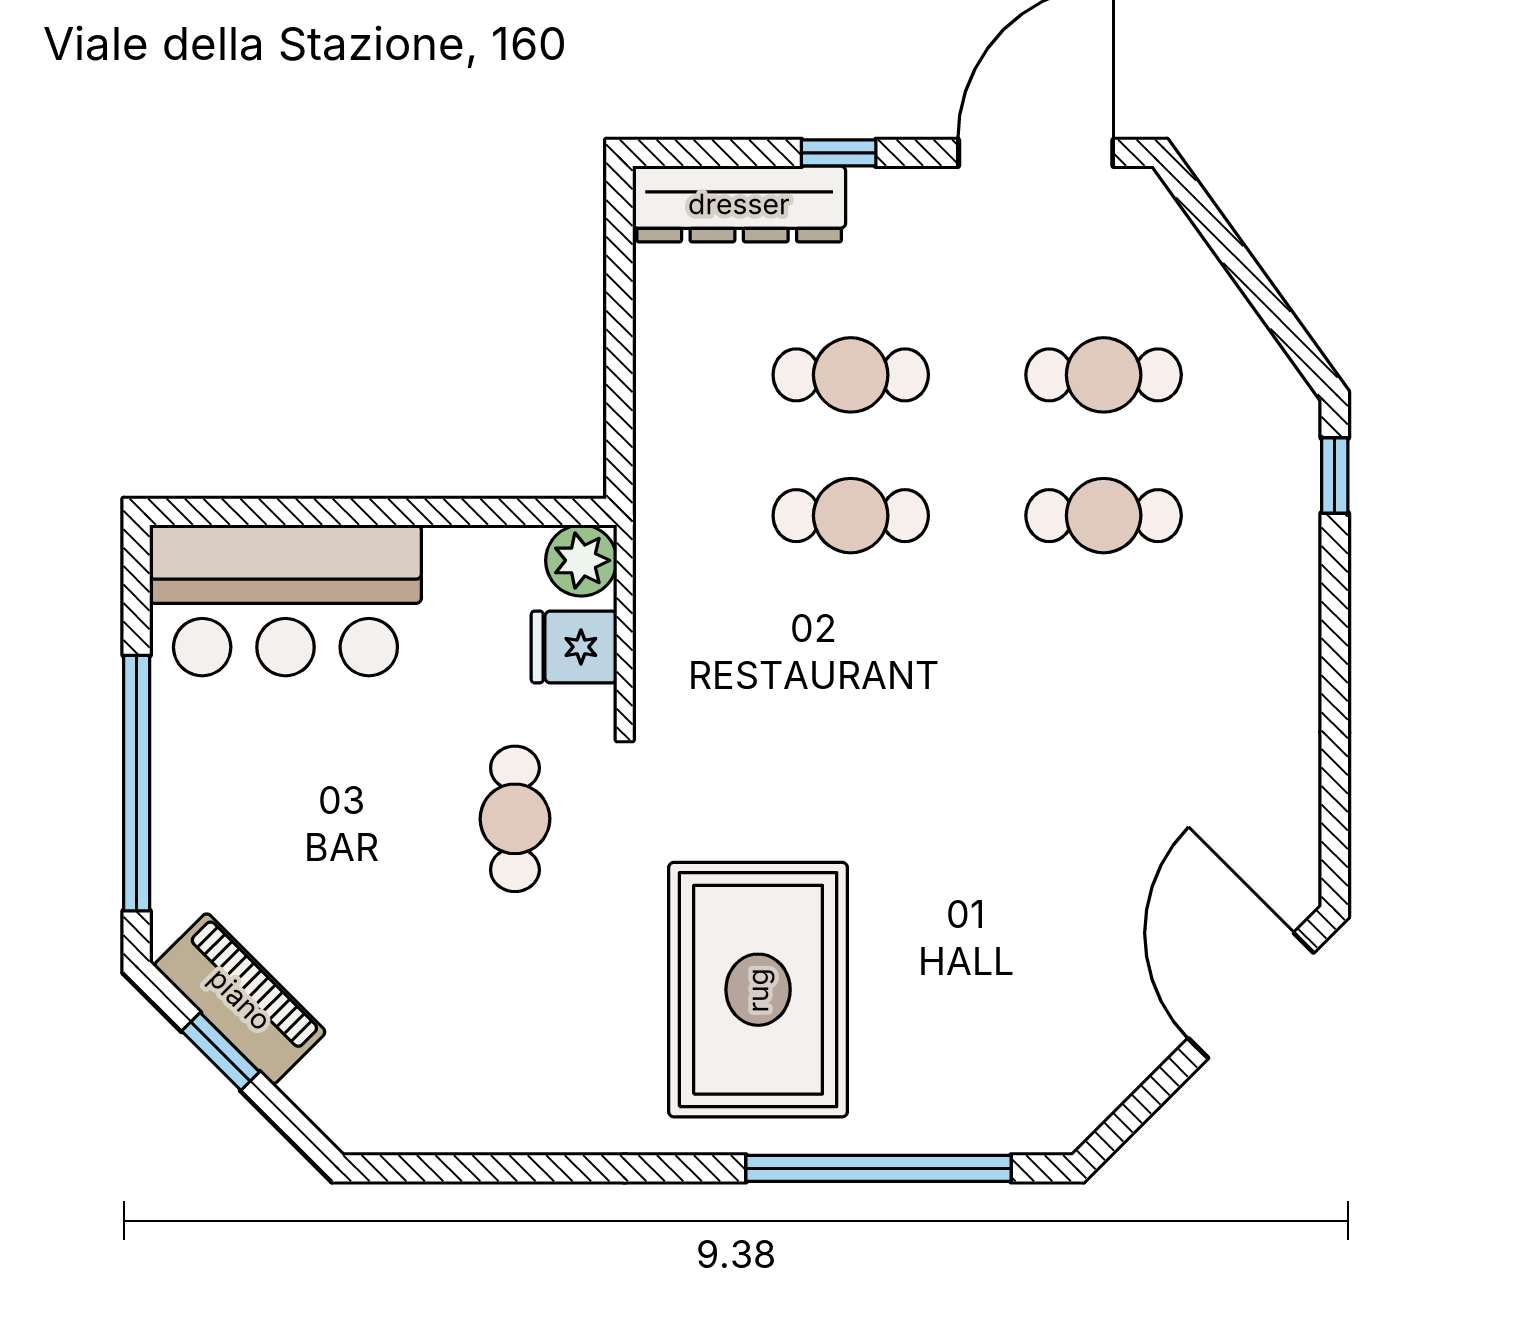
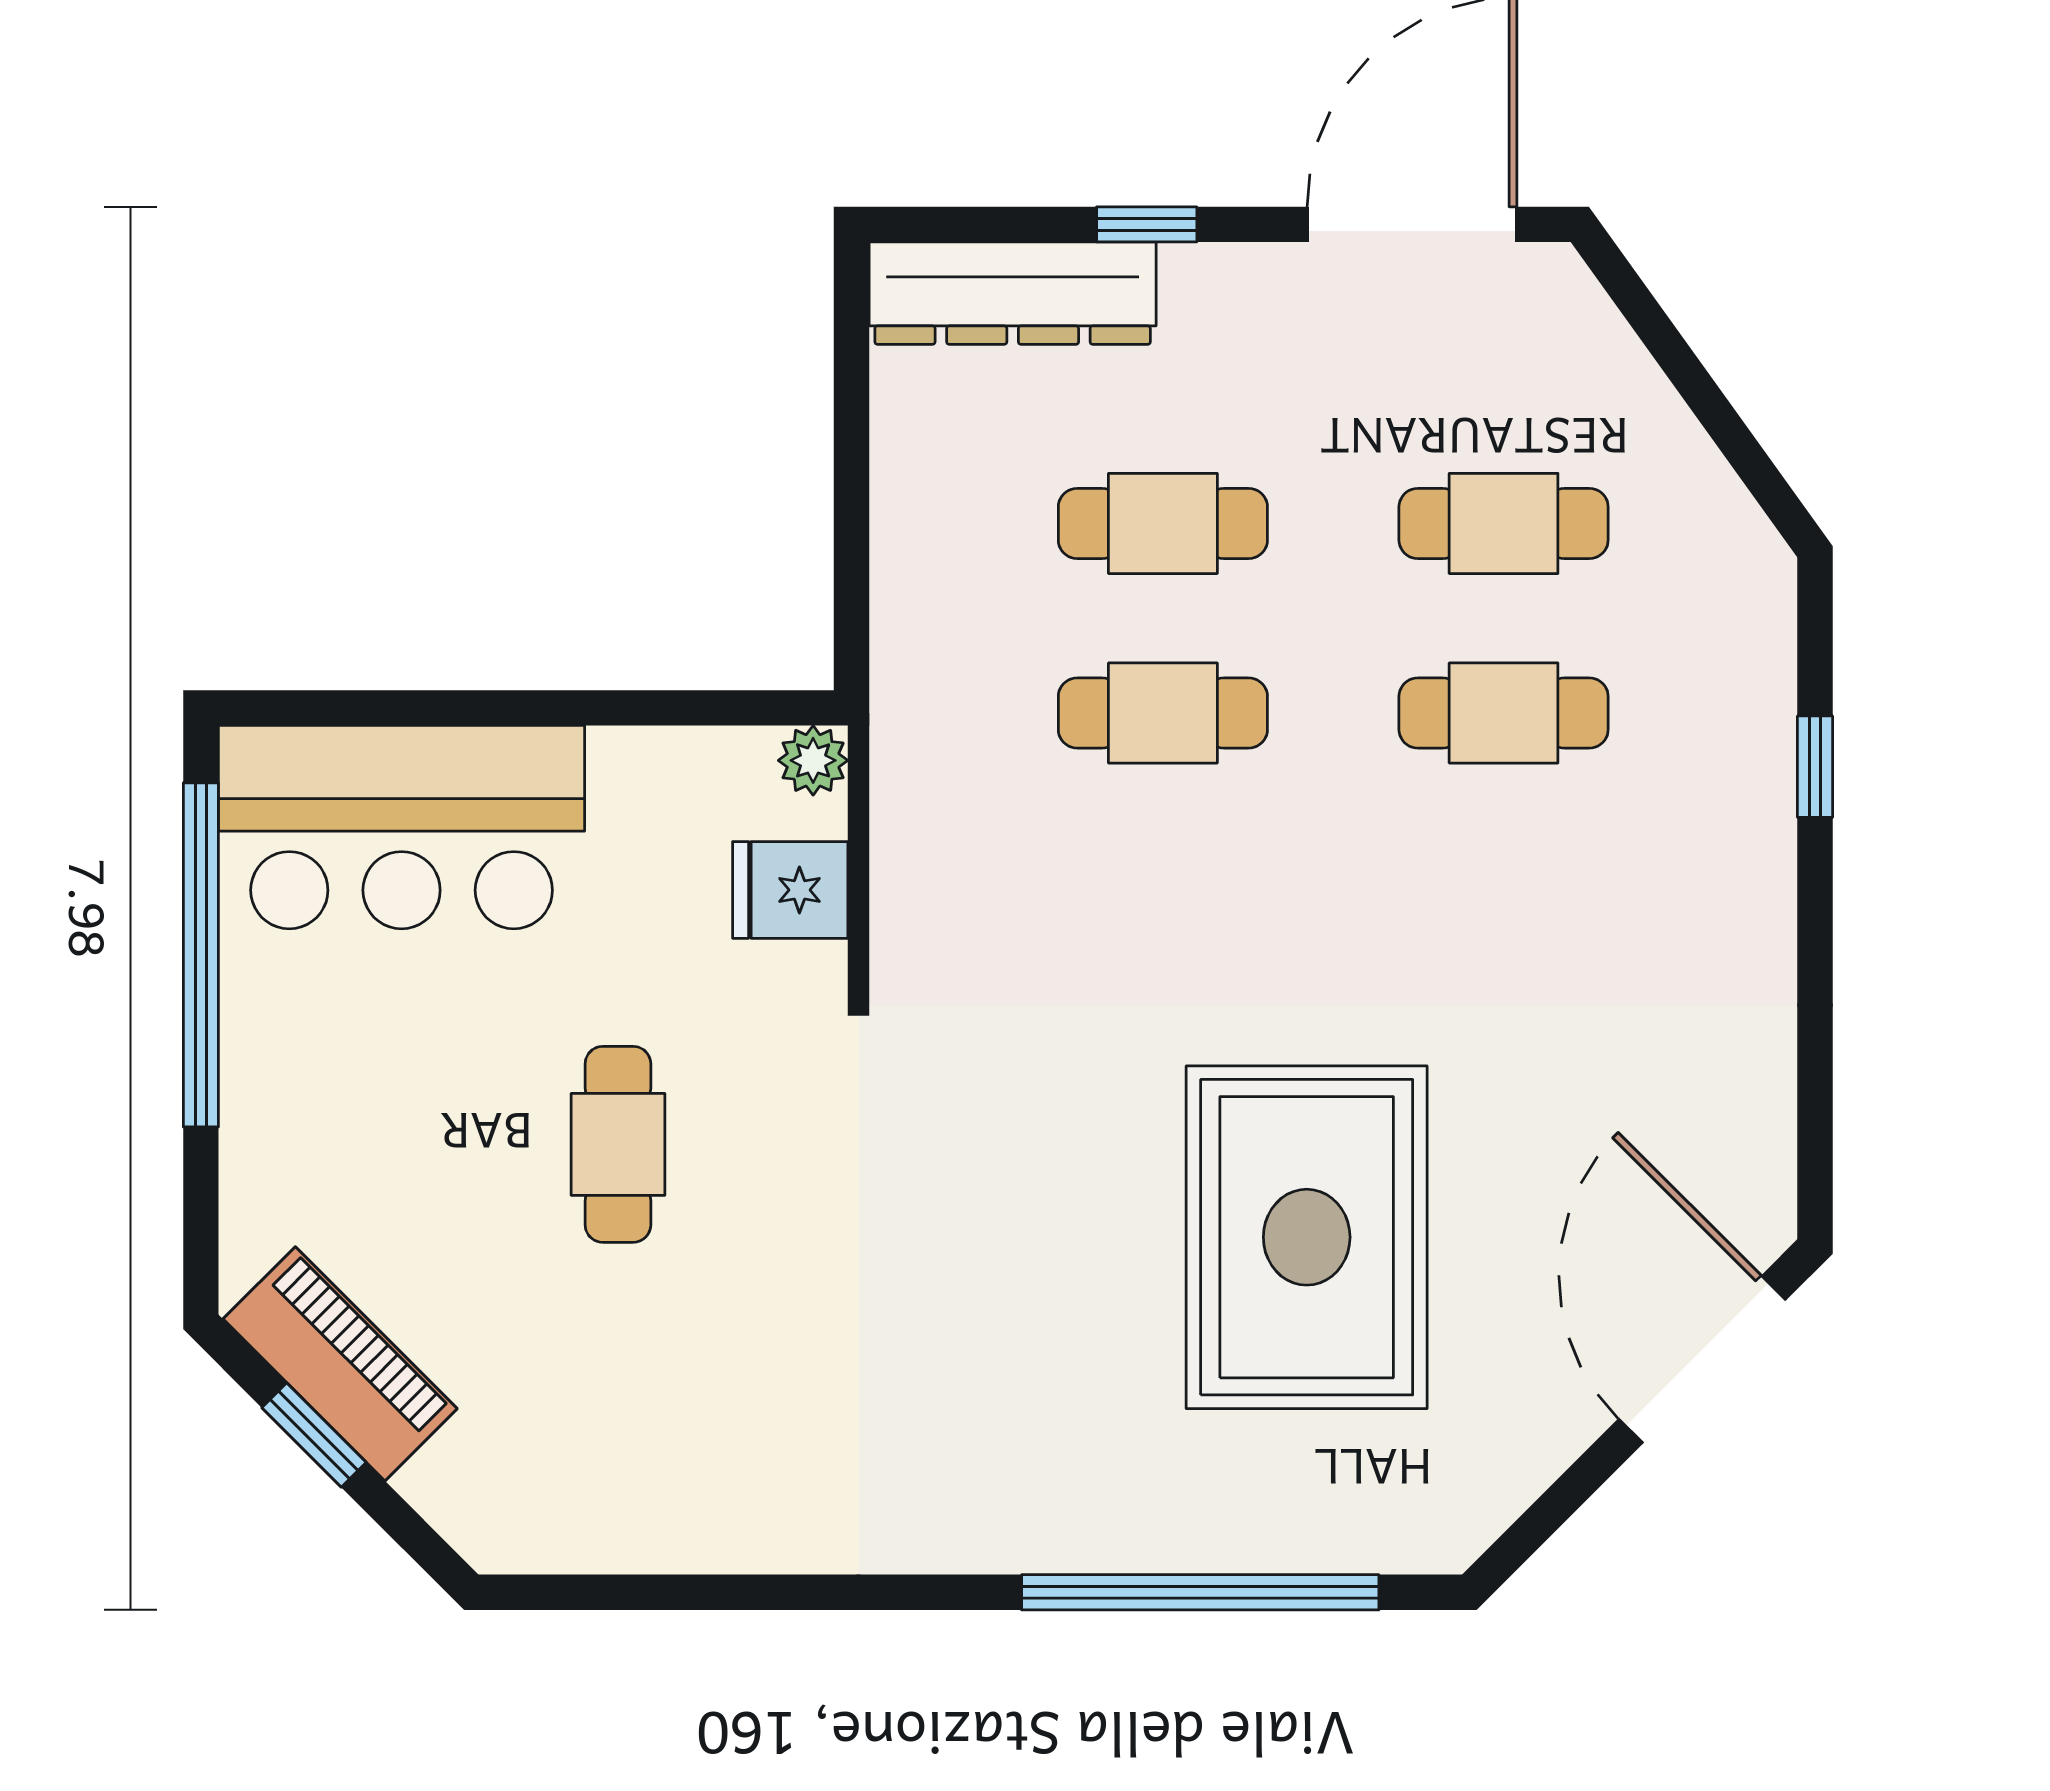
window: (1335, 475) -> (1815, 767), moved
plant: (581, 560) -> (813, 760), width x0.73, depth x0.73
window: (137, 783) -> (201, 955), moved
cafe table: (515, 819) -> (618, 1144), moved
rug: (758, 990) -> (1307, 1237), moved

